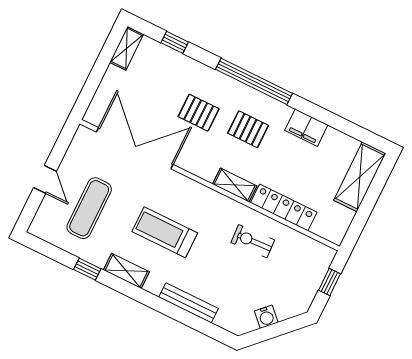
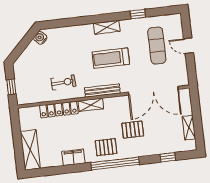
shelving: (127, 48) -> (189, 128), moved
pallet: (248, 129) -> (106, 147), moved
treadmill: (165, 232) -> (111, 58), turned 180
shelving: (126, 271) -> (107, 27), moved
bench: (189, 303) -> (102, 90), moved
water cooler: (266, 317) -> (40, 38), moved

